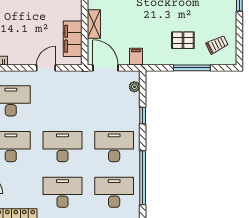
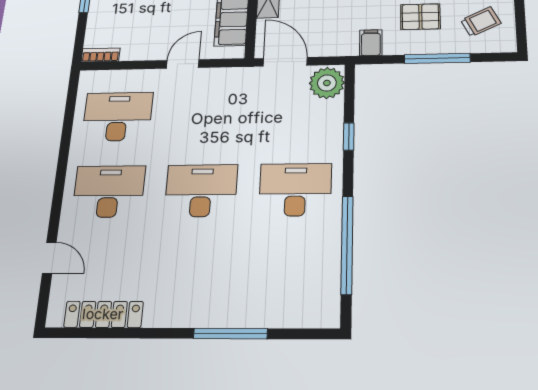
filing cabinet: (136, 57) -> (371, 43), moved
plant: (134, 87) -> (327, 83), width x1.87, depth x1.87
desk: (62, 192) -> (195, 271), removed
desk: (114, 192) -> (292, 271), removed

